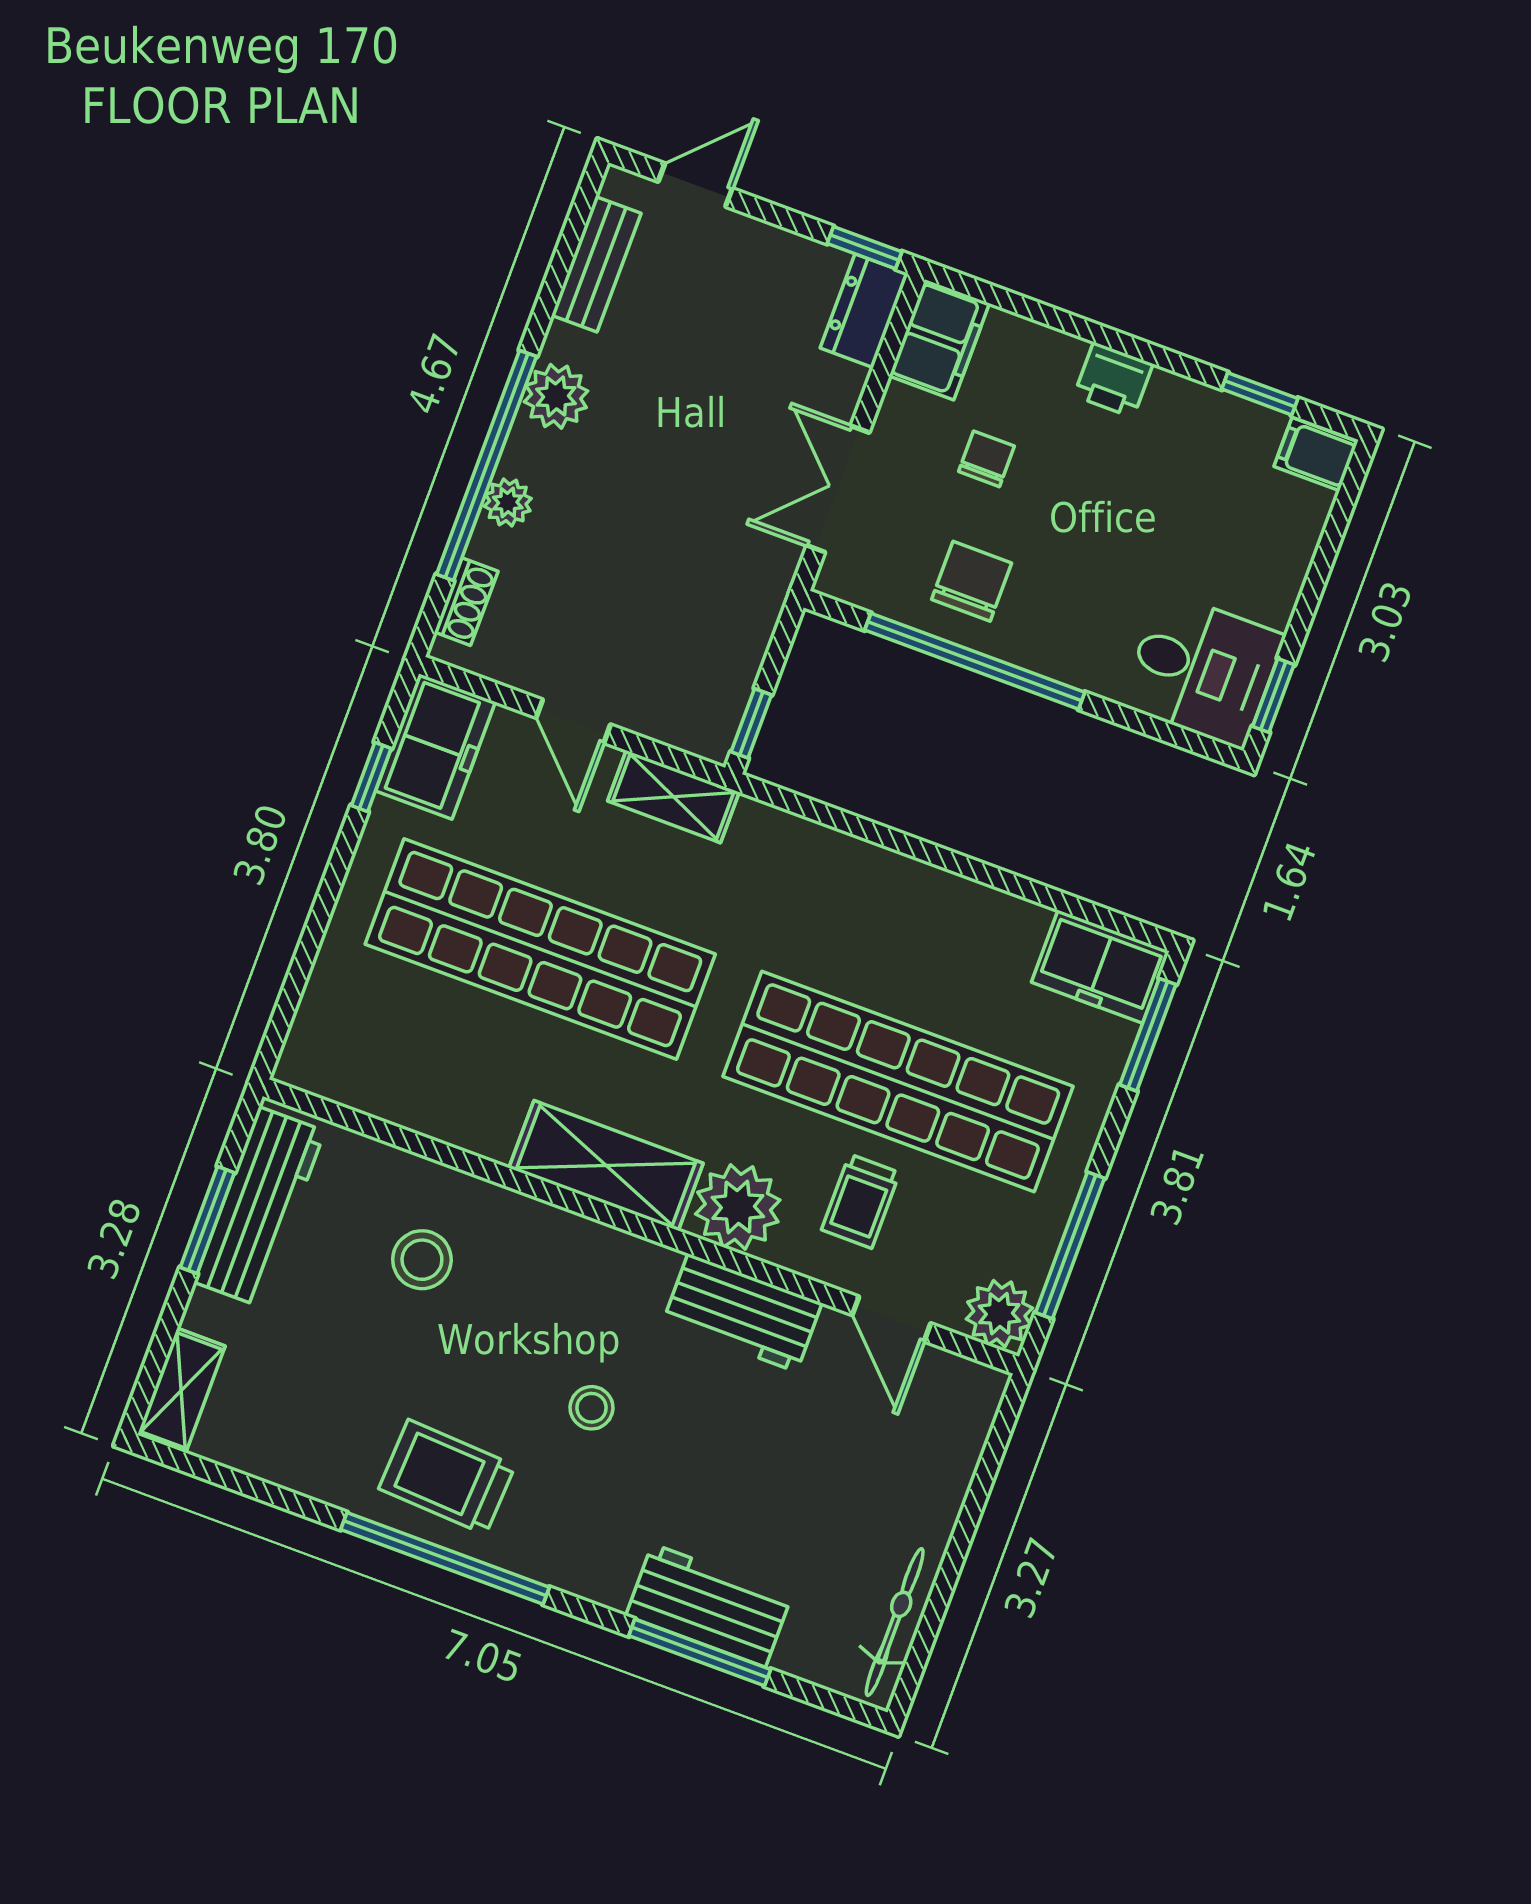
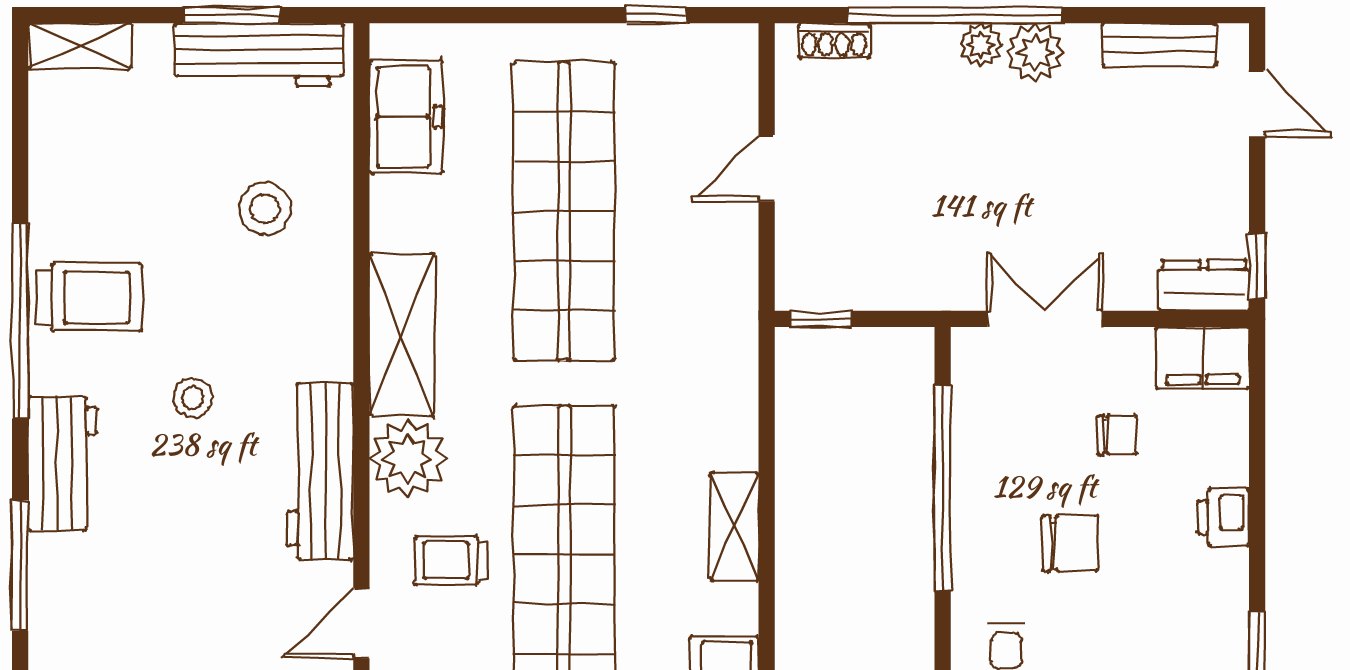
plant: (508, 502) -> (980, 45), moved
chair: (972, 581) -> (1070, 543), moved
freezer: (435, 746) -> (406, 117), moved, turned -90
shelving: (673, 797) -> (734, 527), moved
workbench: (742, 1313) -> (320, 471), width x1.38
trolley: (447, 1477) -> (89, 297), turned 87
workbench: (709, 1605) -> (63, 464), moved

